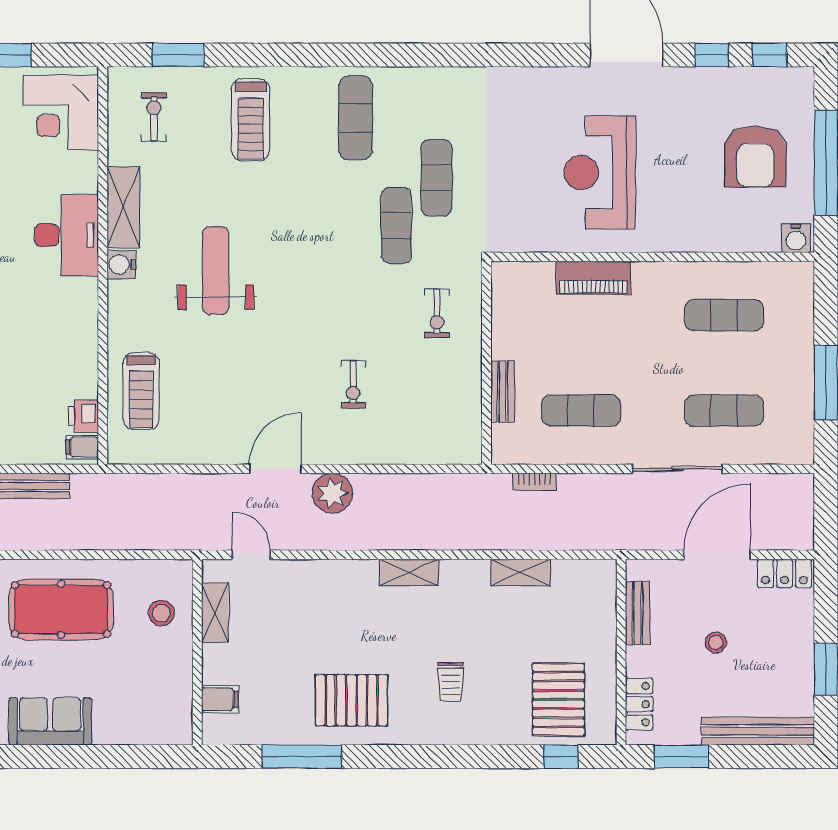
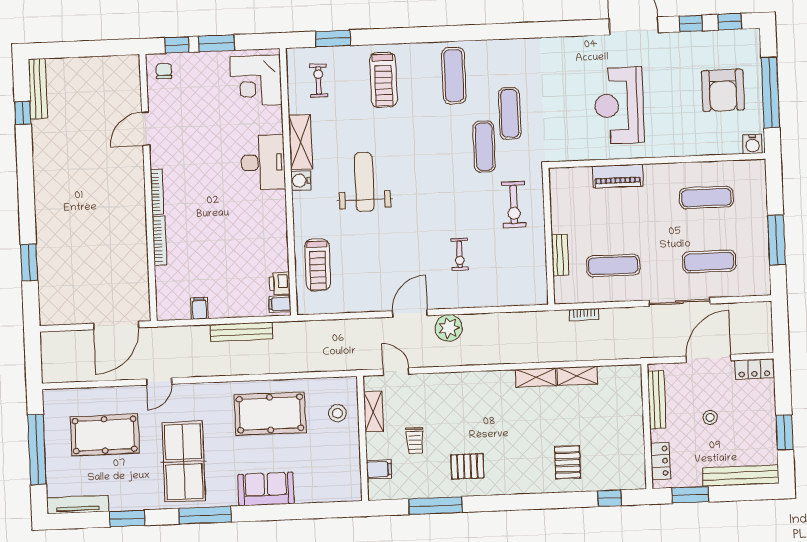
exercise bike: (437, 314) -> (514, 205), width x1.38, depth x1.39
shelving: (409, 572) -> (536, 378), moved
bench: (638, 613) -> (657, 400), width x1.36
trolley: (451, 682) -> (415, 441), moved
pallet: (558, 699) -> (568, 462), moved, width x0.67, depth x0.71
pallet: (352, 700) -> (467, 466), width x0.67, depth x0.71

